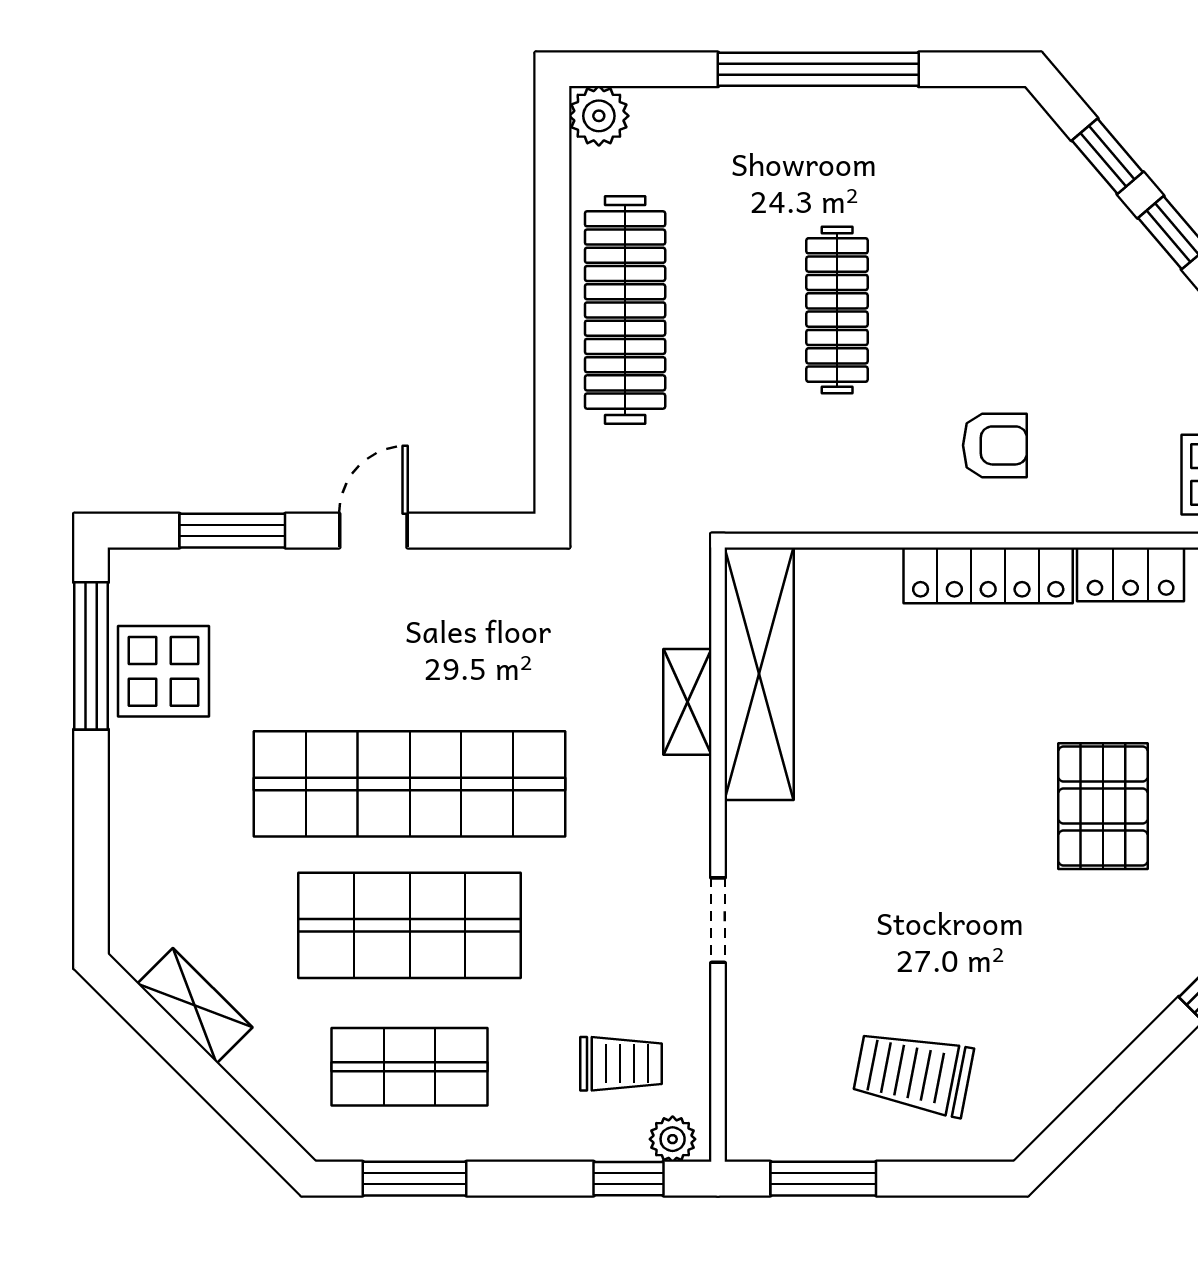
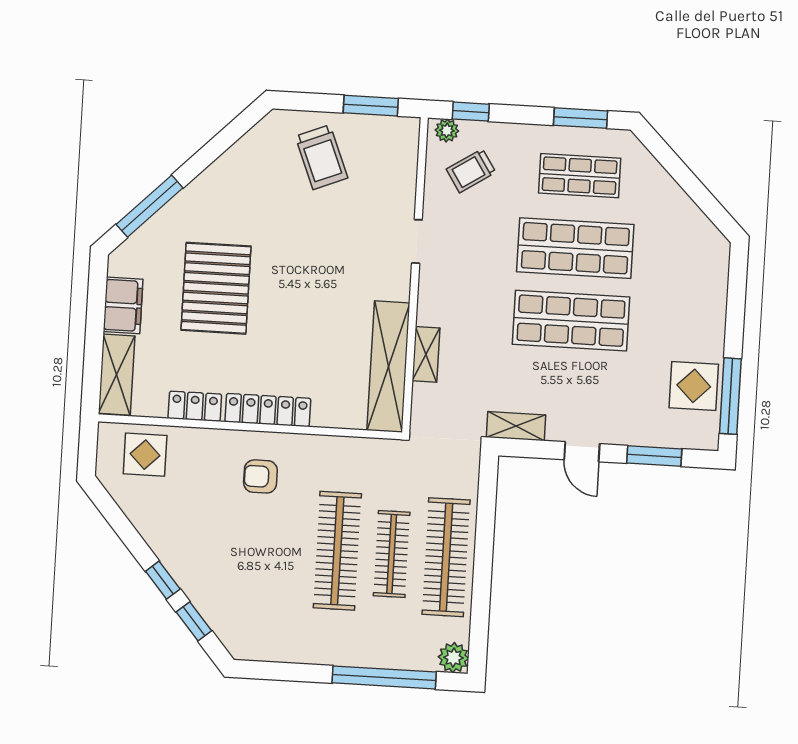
window: (818, 69) -> (384, 677), moved
clothes rail: (731, 310) -> (392, 554), added
clothes rail: (837, 310) -> (337, 551), width x1.37, depth x1.31
door: (373, 531) -> (582, 452), hinge flipped
shop shelf: (410, 784) -> (571, 321), width x0.71
pallet: (1103, 806) -> (216, 288), width x1.37, depth x1.41
shelving: (195, 1006) -> (516, 426), moved, turned -45
trolley: (621, 1064) -> (471, 171), turned -33
trolley: (913, 1073) -> (321, 157), turned 57

